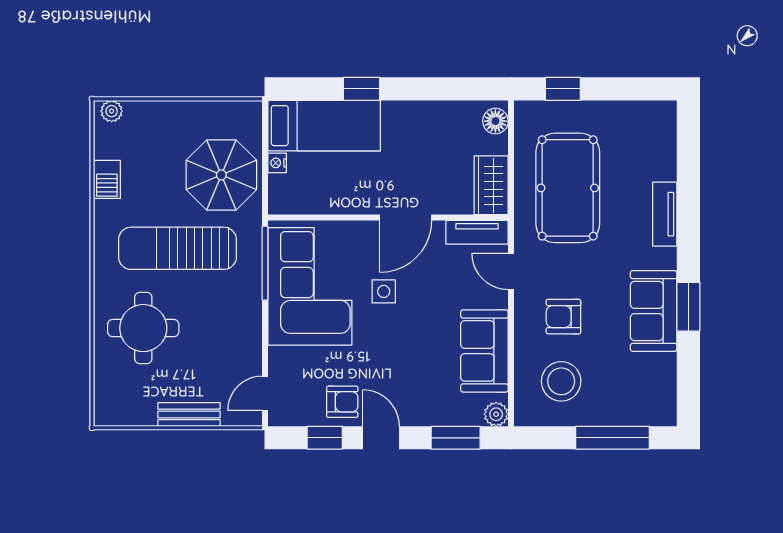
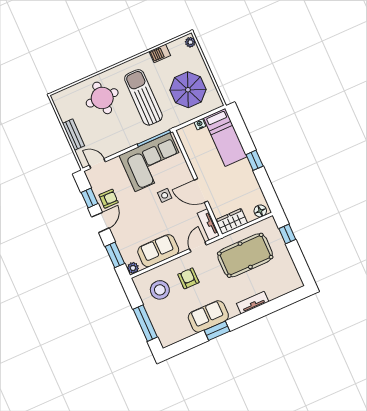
window: (361, 89) -> (255, 160), moved
parasol: (221, 175) -> (188, 90), moved
armchair: (342, 402) -> (109, 199), turned -89

